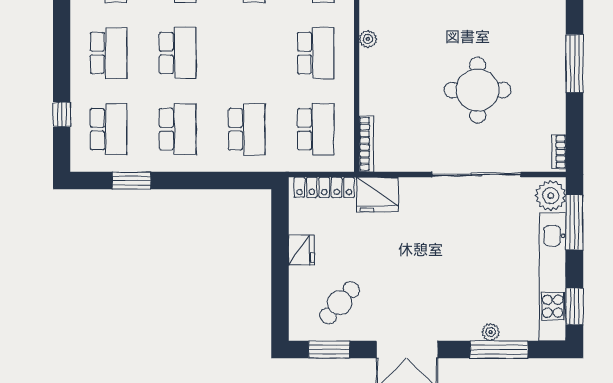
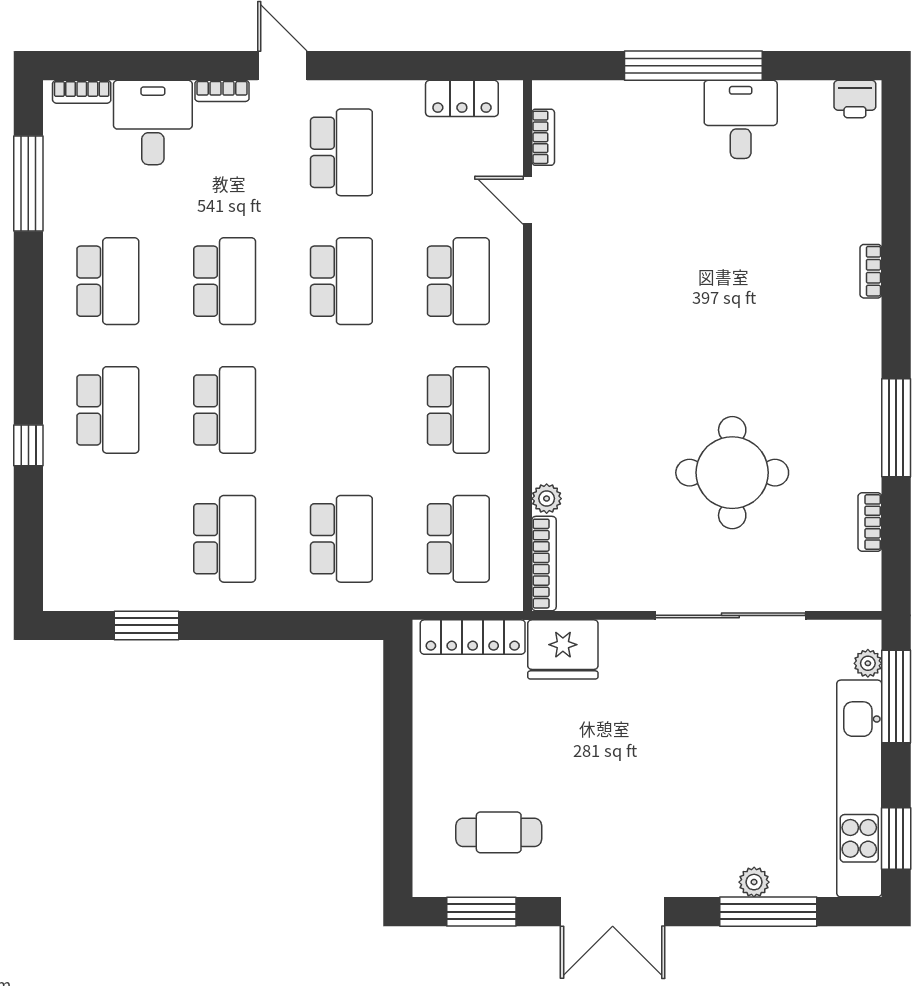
plant: (368, 39) -> (547, 499), moved
window: (62, 114) -> (28, 445), moved
school desk: (109, 129) -> (108, 539), removed
bookcase: (559, 152) -> (870, 522), moved
plant: (551, 196) -> (868, 663), width x0.53, depth x0.53
fridge: (301, 250) -> (434, 743), removed
cafe table: (340, 303) -> (499, 832), turned 49

